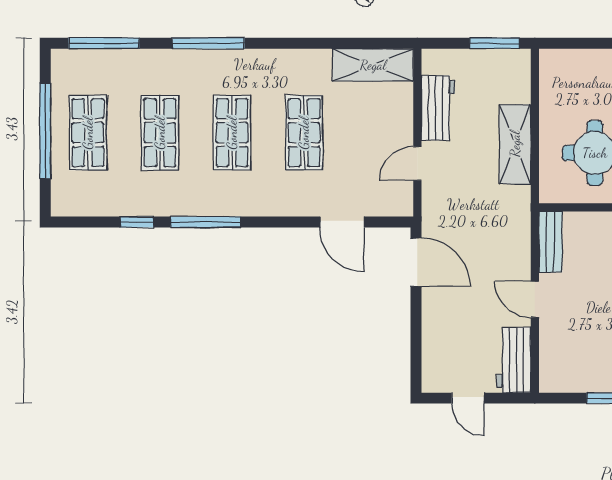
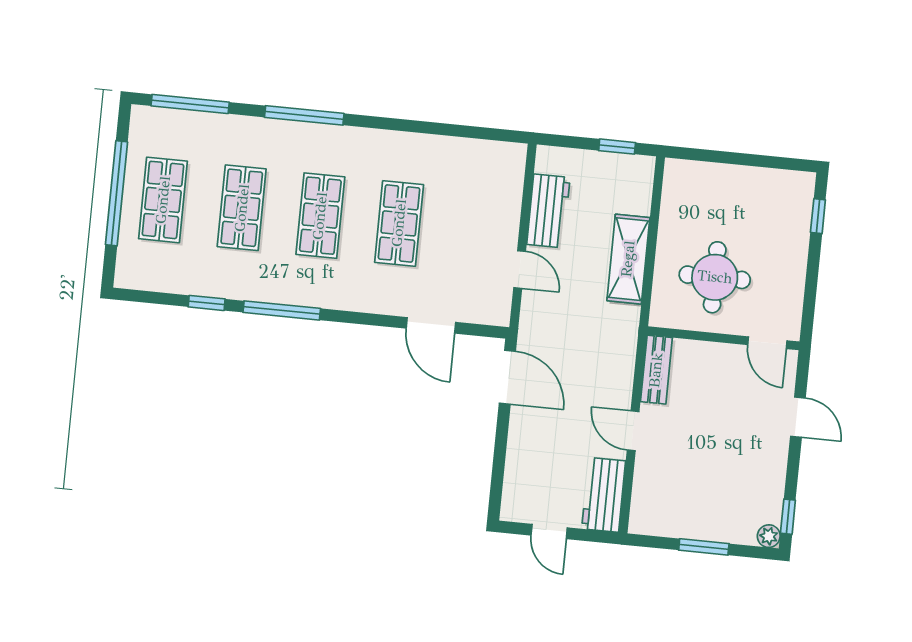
window: (495, 43) -> (617, 147), width x0.67
shelving: (373, 65) -> (482, 157), removed
door: (417, 164) -> (520, 270), swing flipped

